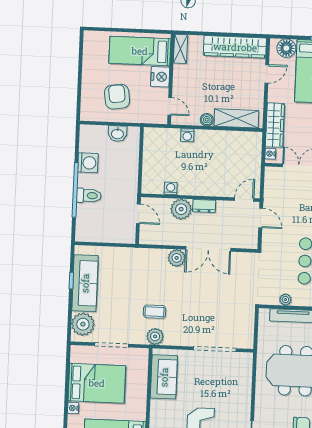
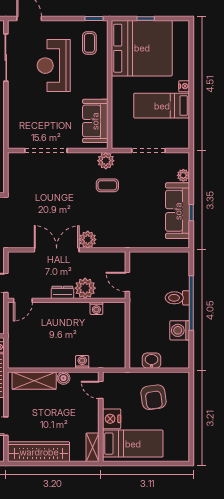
plant: (83, 324) -> (183, 175), width x0.53, depth x0.53
bed: (97, 383) -> (162, 106), width x0.67

